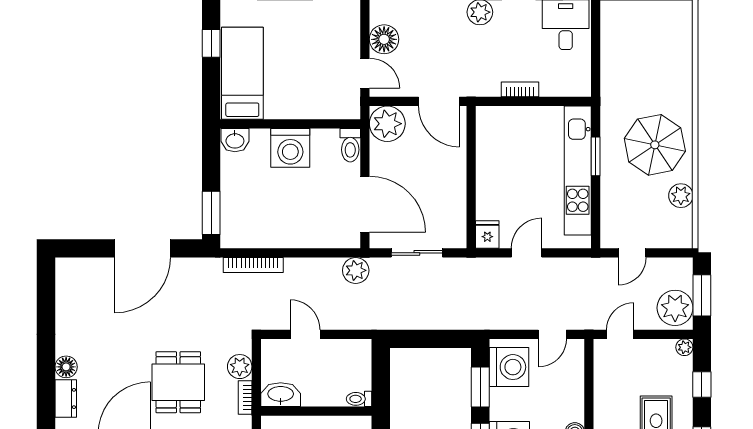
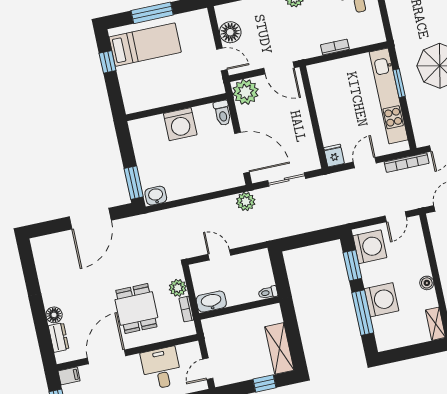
bed: (242, 73) -> (145, 45), moved, turned 90
washbasin: (235, 140) -> (156, 196), moved, turned 180
bookcase: (253, 265) -> (407, 163), moved

